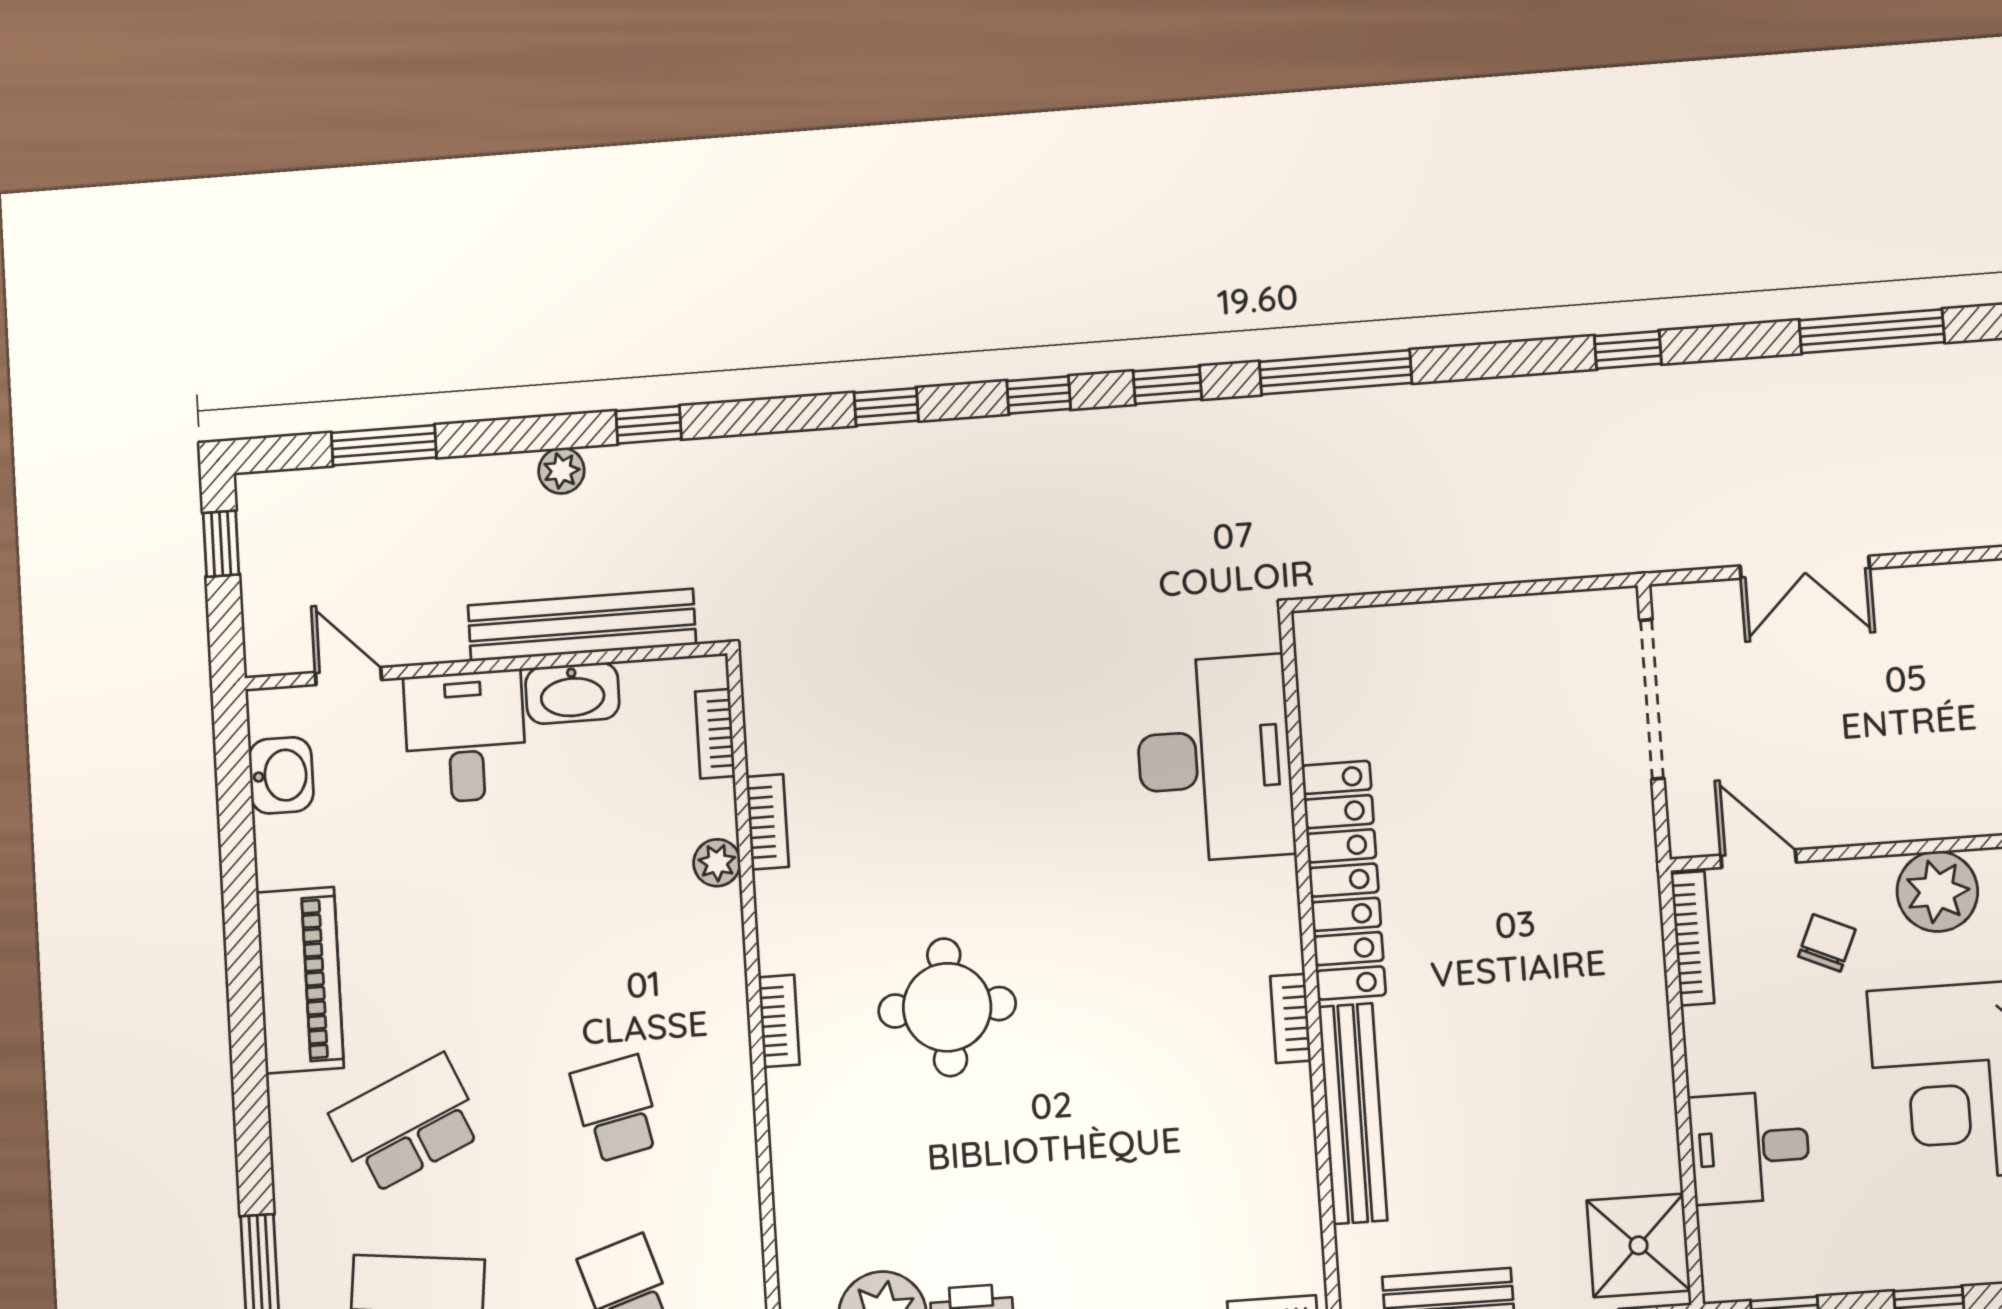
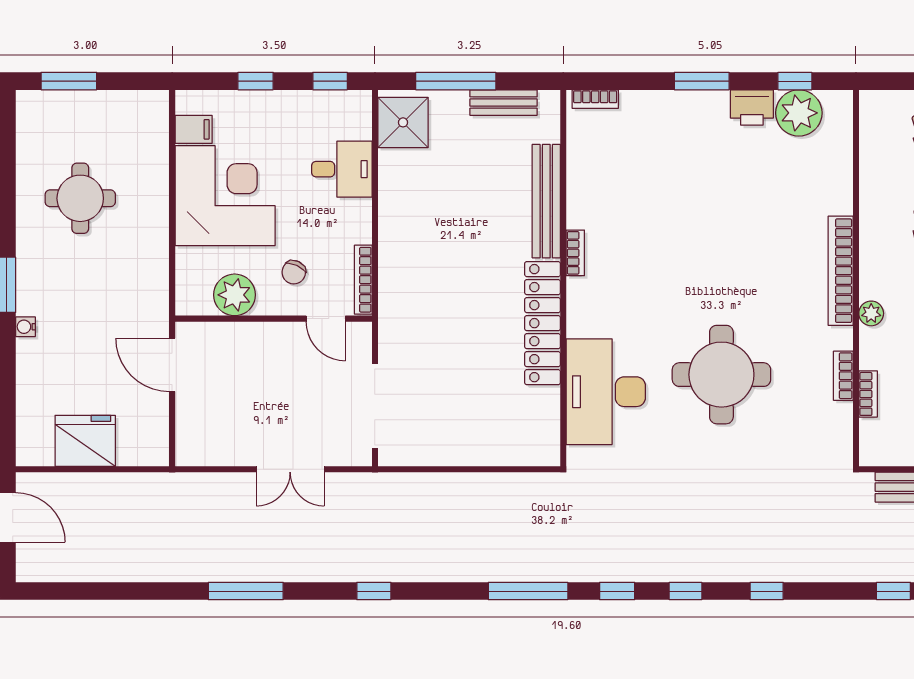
double door: (1805, 567) -> (290, 469), swing flipped
bookcase: (715, 734) -> (868, 394), moved
plant: (717, 863) -> (871, 313), moved
round table: (947, 1007) -> (721, 375), moved, width x1.36, depth x1.36
bookcase: (779, 1021) -> (841, 271), width x2.31, depth x1.31

